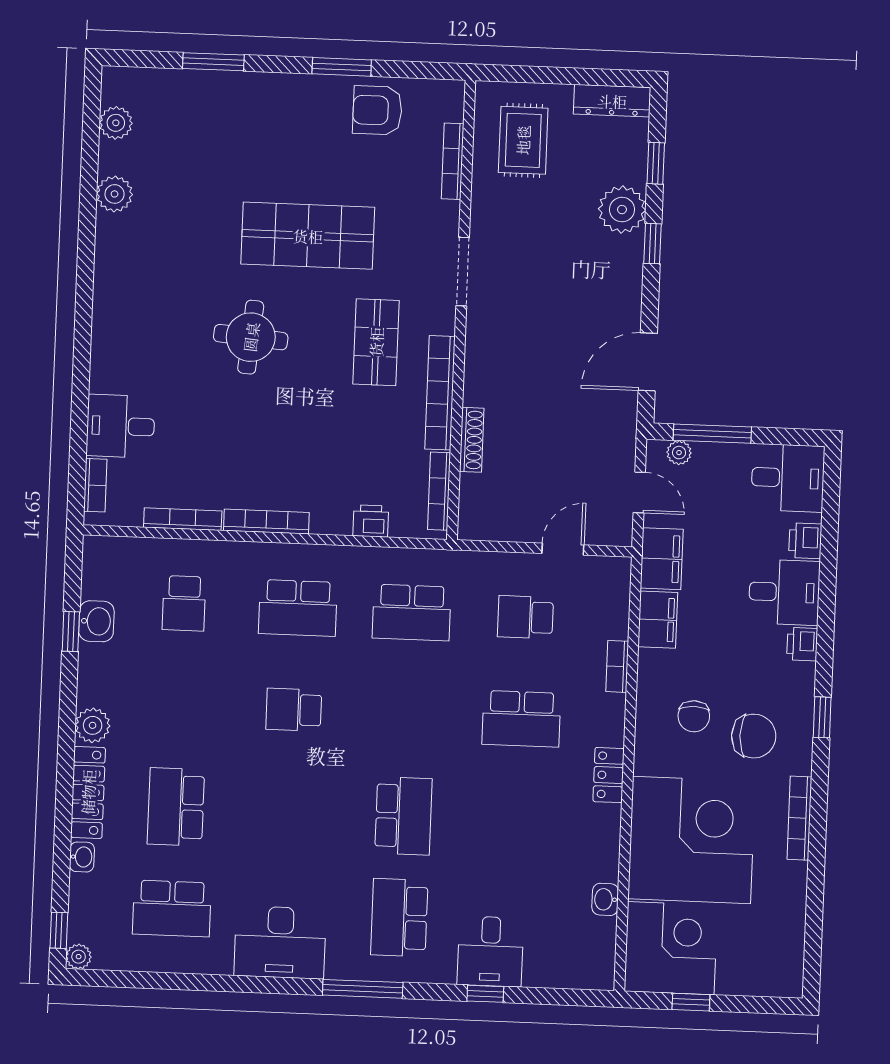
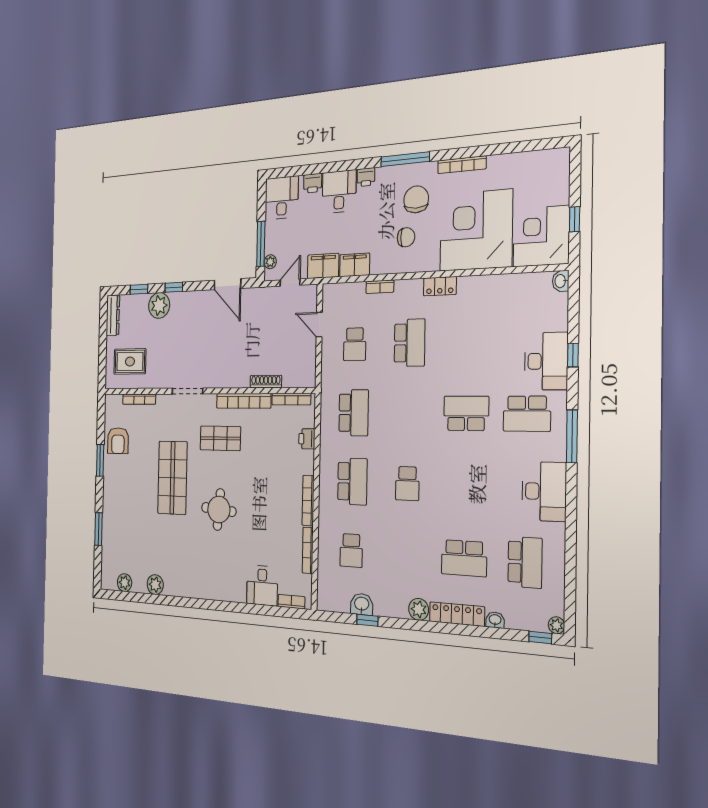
school desk: (184, 603) -> (351, 550), turned 90
window: (822, 717) -> (405, 159), width x2.17
washbasin: (605, 899) -> (561, 281), moved, turned 90
desk: (490, 951) -> (546, 361), width x1.37

